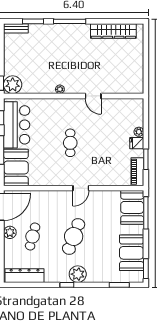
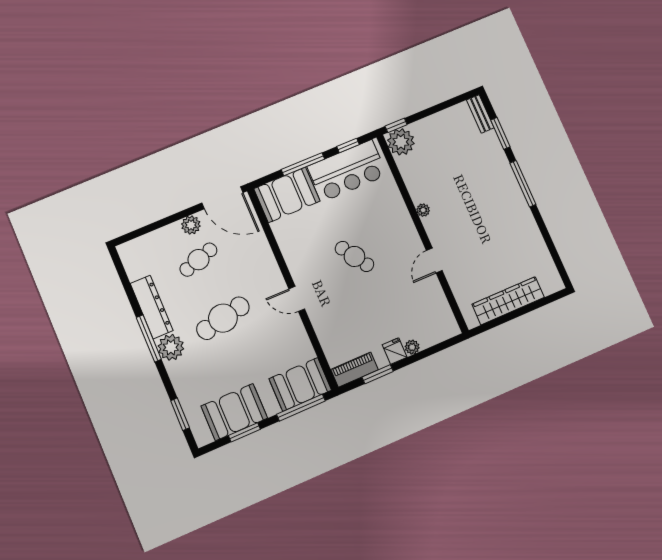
wardrobe: (113, 31) -> (508, 301), moved, turned 90
cafe table: (70, 143) -> (354, 256), turned 57
cafe table: (33, 236) -> (198, 260), turned -33
cafe table: (74, 236) -> (223, 318), turned -33
window: (146, 269) -> (244, 432), moved
dresser: (25, 276) -> (152, 307), moved
window: (67, 285) -> (149, 338), width x2.17

